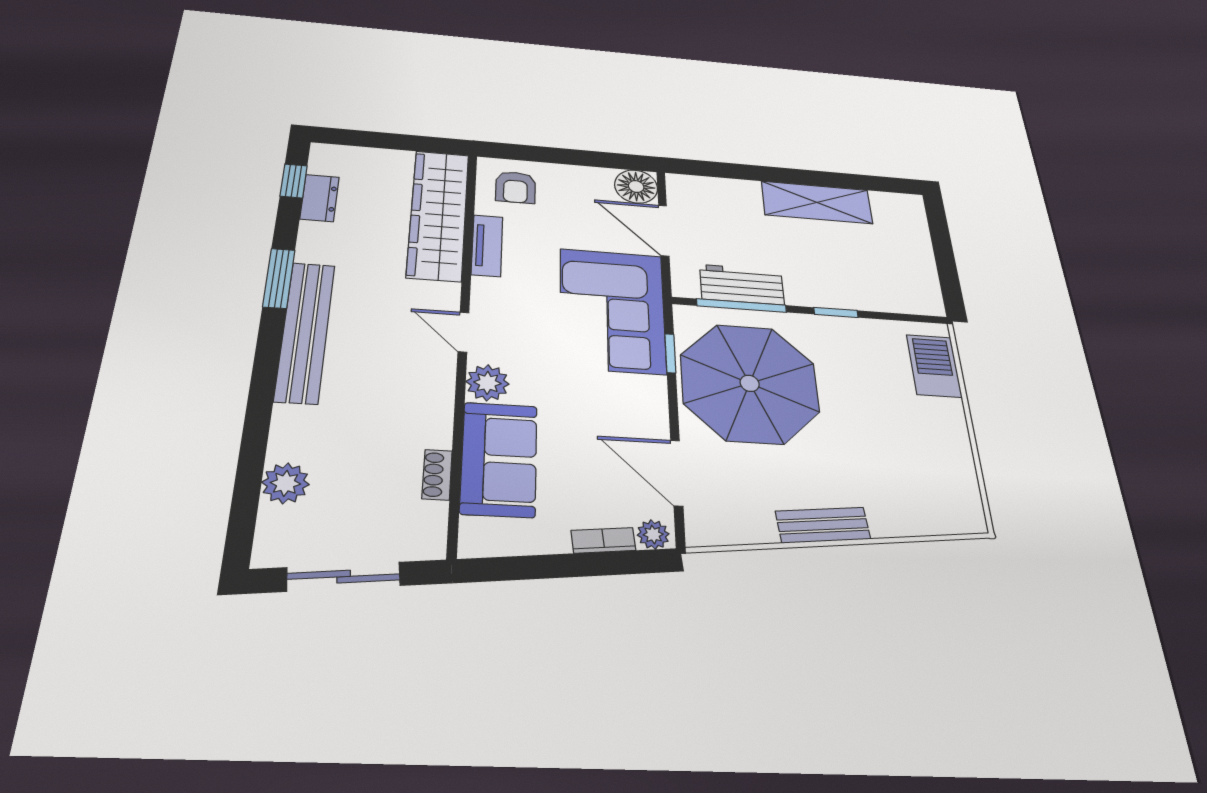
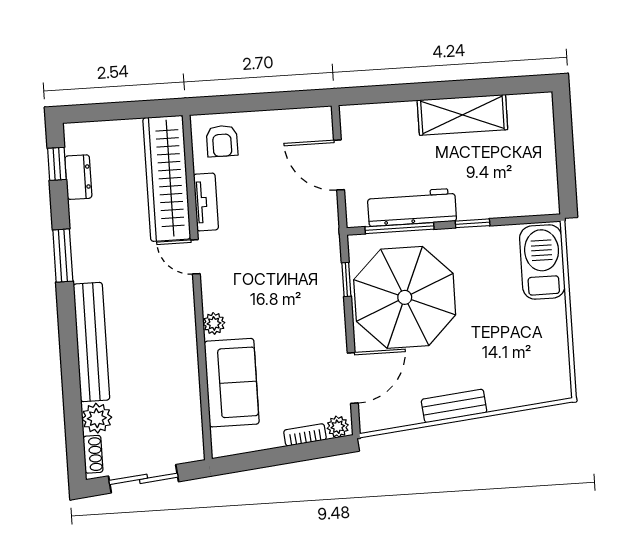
floor lamp: (636, 187) -> (316, 124), removed
workbench: (742, 285) -> (412, 207), width x1.38
corner sofa: (612, 310) -> (302, 247), removed
bench: (305, 332) -> (91, 342), moved
door: (463, 332) -> (195, 257), moved
barbecue: (934, 366) -> (542, 262), width x1.37, depth x1.21
plant: (487, 383) -> (214, 323), width x0.73, depth x0.73
door: (677, 473) -> (353, 378), swing flipped
shoe rack: (437, 475) -> (93, 454), moved, turned 180

